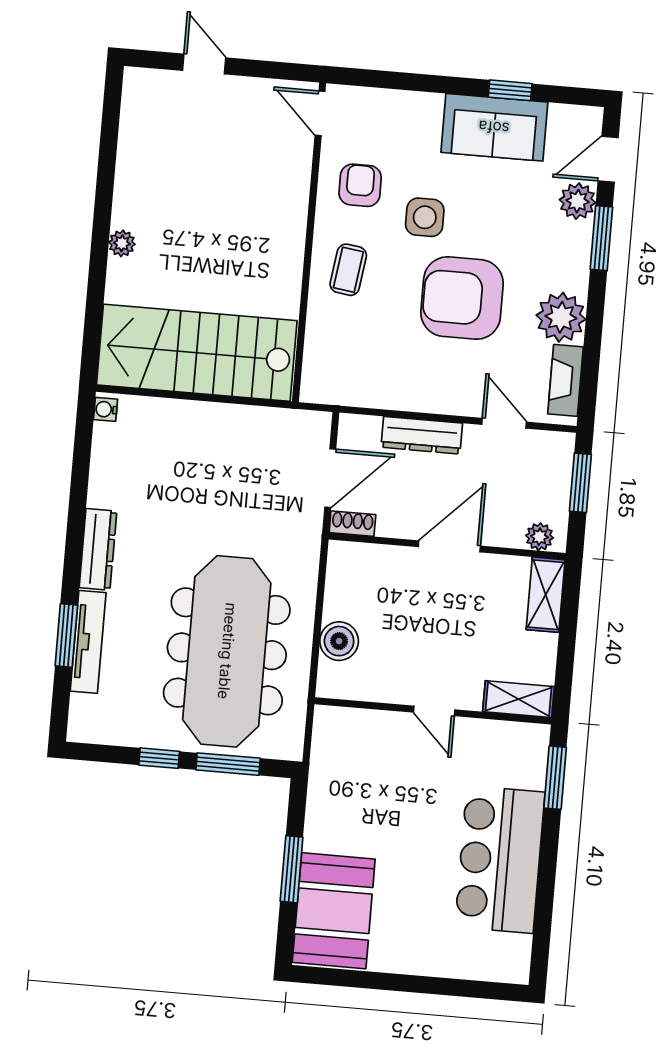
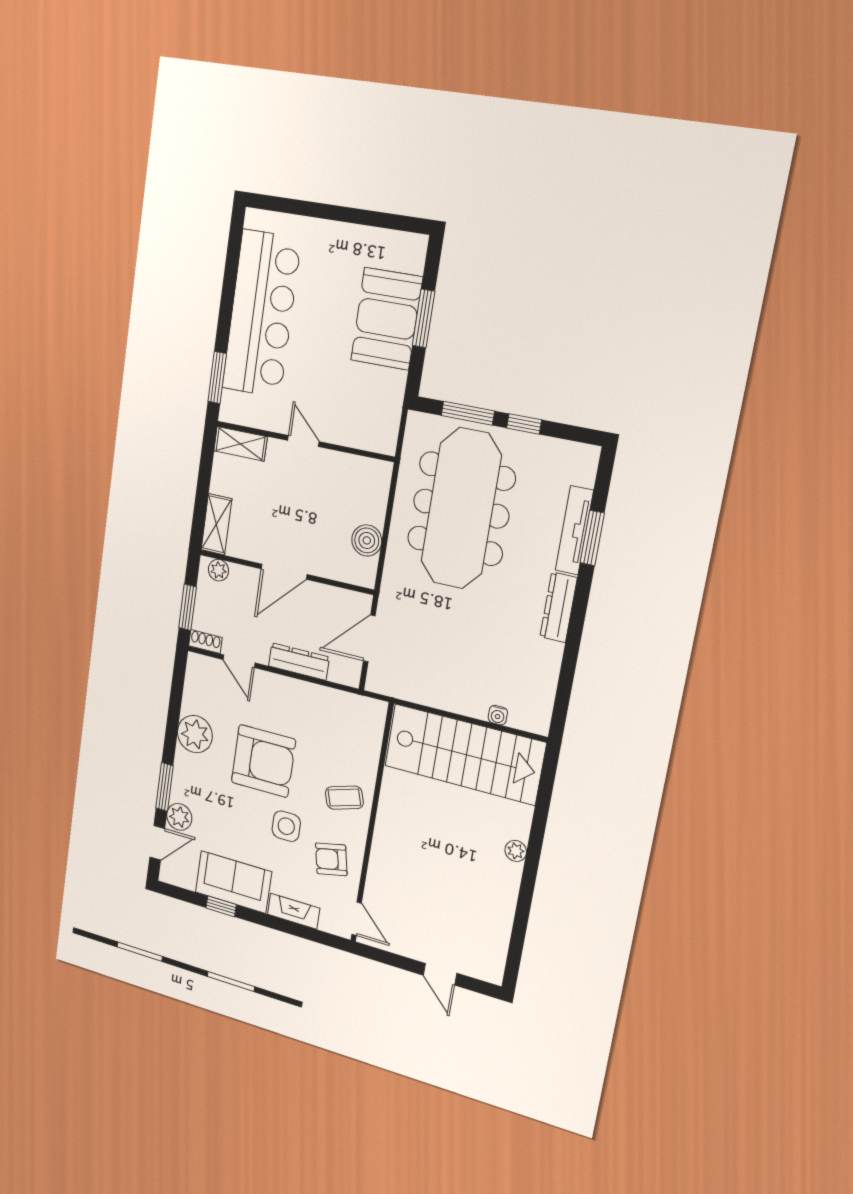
armchair: (360, 185) -> (331, 859), turned 78
coffee table: (348, 270) -> (344, 798), turned 65
fireplace: (566, 380) -> (293, 911), moved, turned -90
water cooler: (105, 409) -> (498, 715), moved, turned 90
shoe rack: (352, 524) -> (205, 642), moved, turned 180
boiler: (339, 641) -> (367, 540), moved
bar counter: (500, 859) -> (261, 314), width x1.36
booth: (334, 911) -> (387, 319), moved

